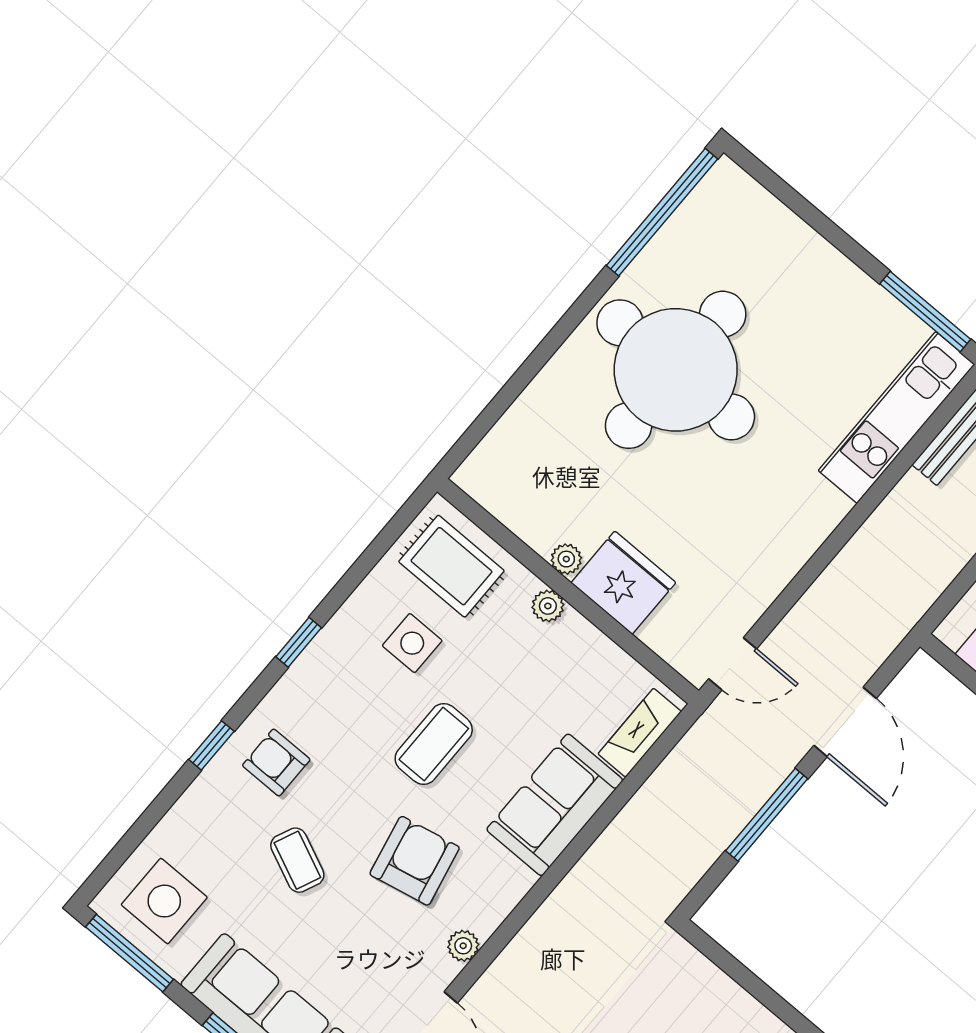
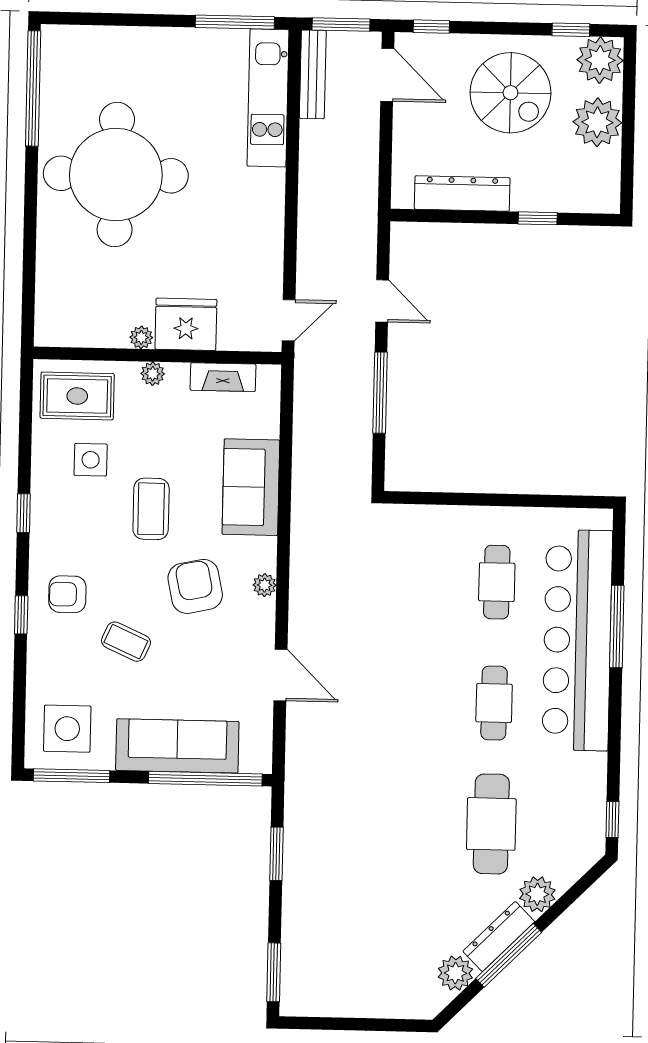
door: (845, 722) -> (382, 301), width x0.73
fireplace: (640, 733) -> (223, 377), moved, turned -90
plant: (463, 946) -> (265, 585), moved

